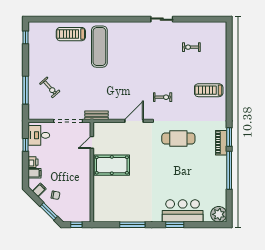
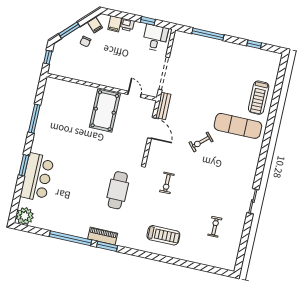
treadmill: (71, 34) -> (259, 98), turned 180
window: (26, 37) -> (254, 44), moved
exercise bike: (50, 87) -> (201, 142), moved
treadmill: (209, 90) -> (163, 235), turned 90
door: (134, 121) -> (152, 128), moved

